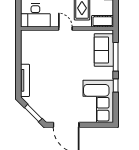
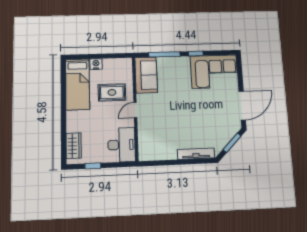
cot: (103, 21) -> (126, 70), removed
sofa: (104, 50) -> (146, 75), moved, turned -90

